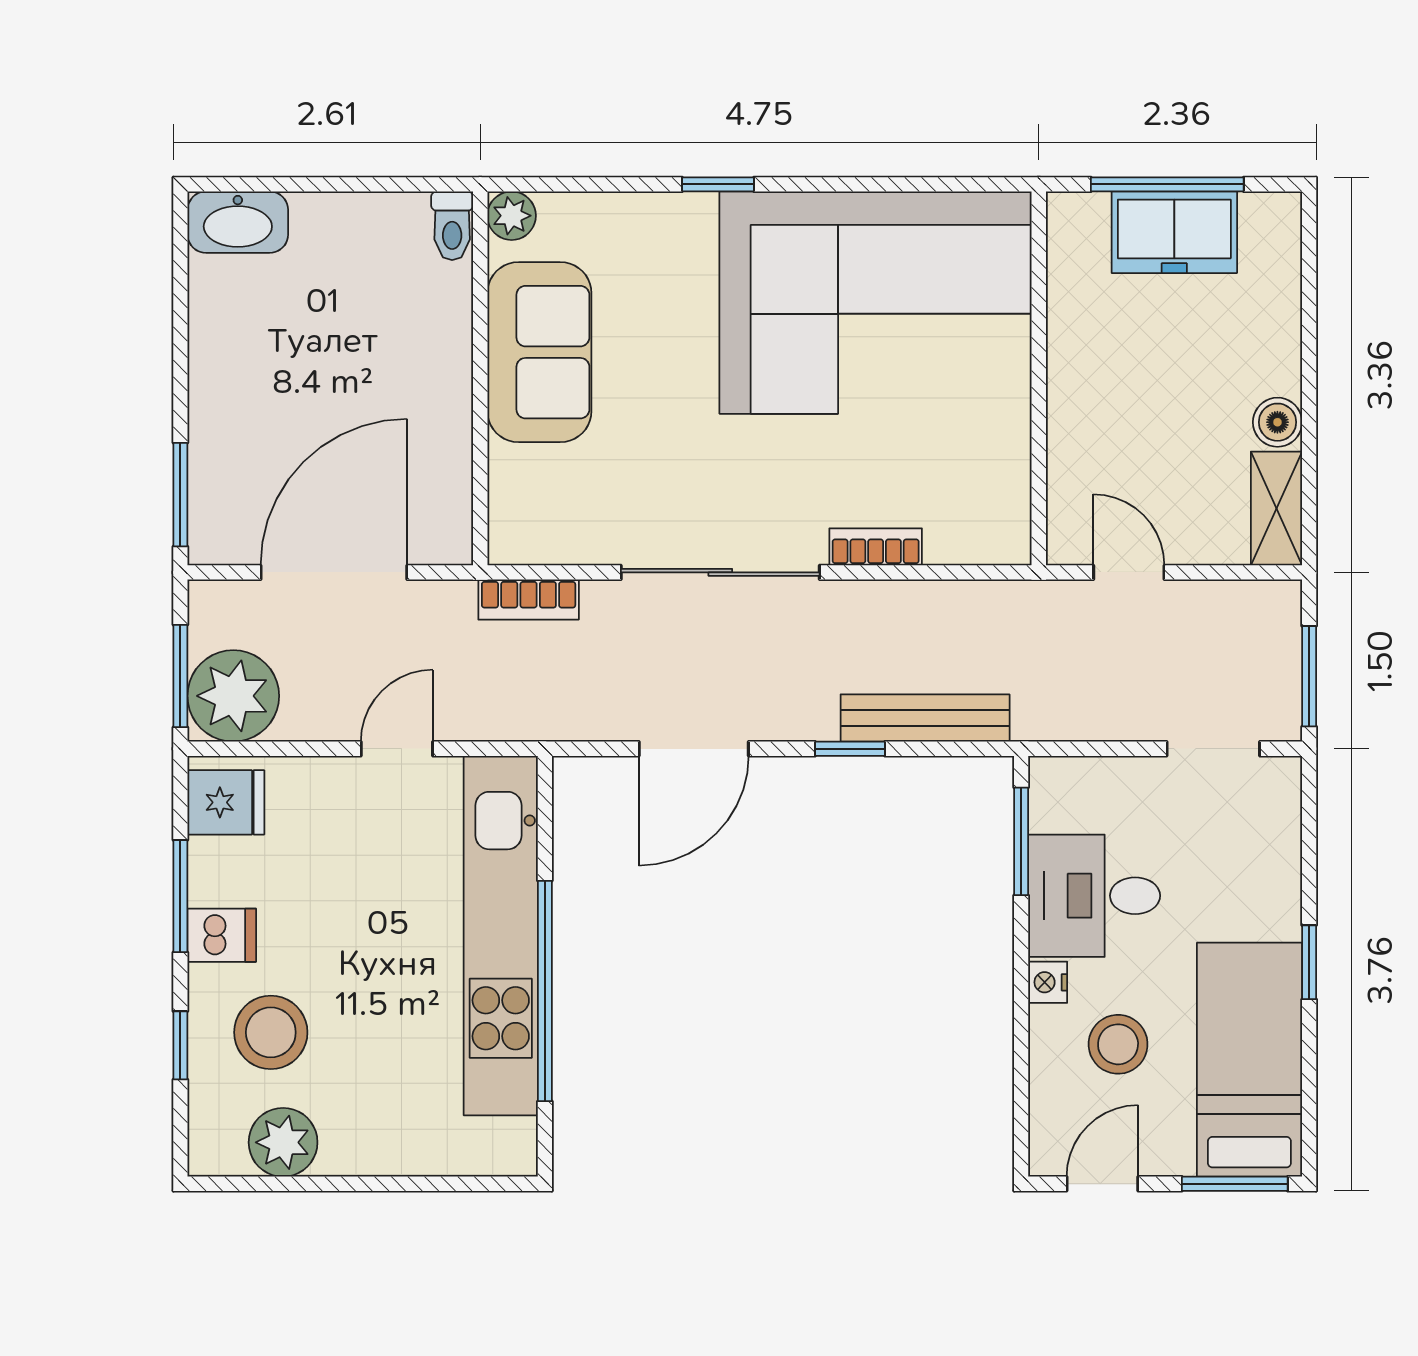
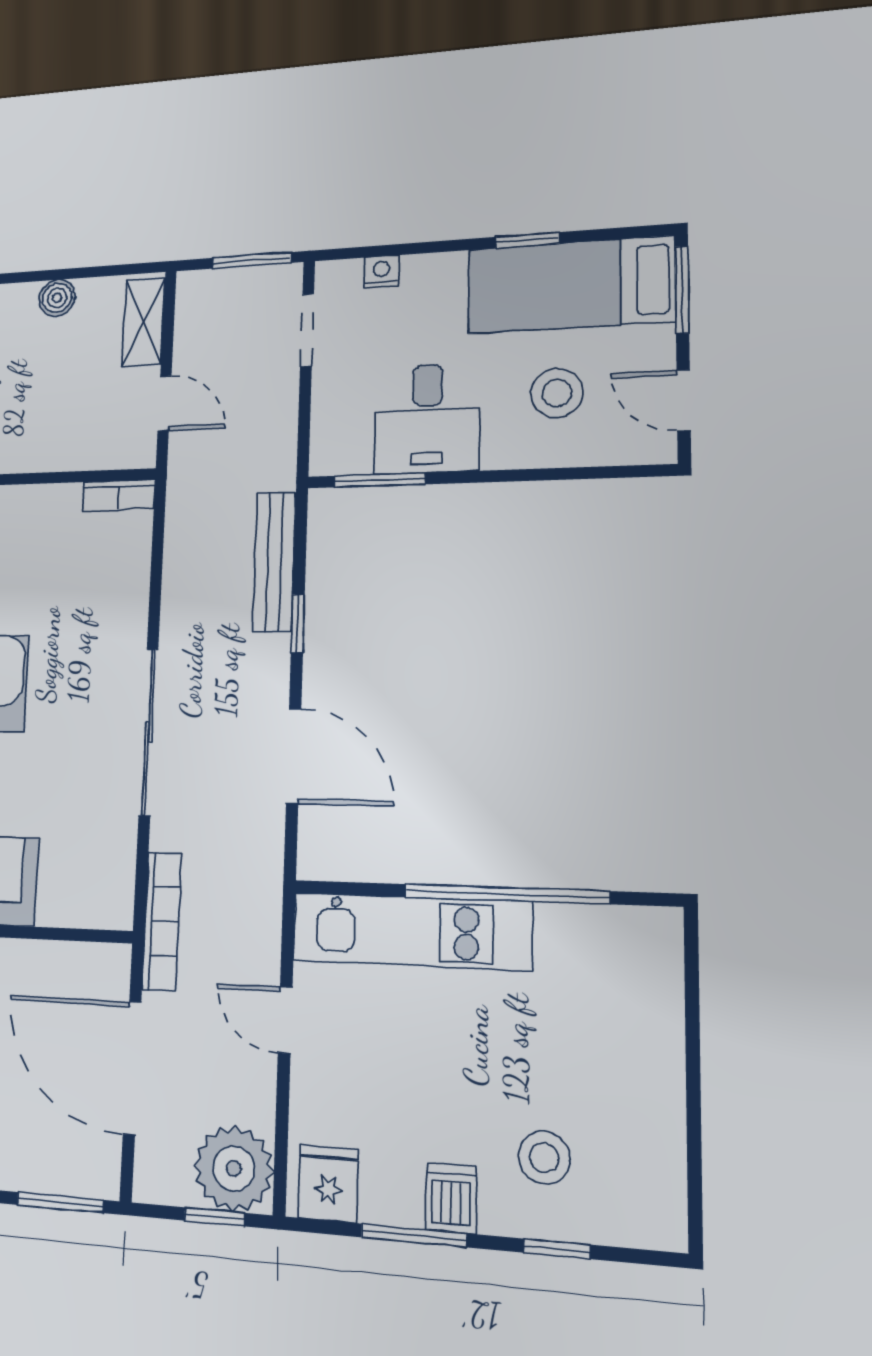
shelving: (1276, 508) -> (143, 322), moved, turned 90
bookcase: (876, 547) -> (119, 495), moved, turned -90
door: (1129, 572) -> (165, 403), swing flipped
bookcase: (529, 600) -> (162, 921), width x1.56
window: (180, 676) -> (215, 1217), width x0.67
kitchen unit: (501, 936) -> (411, 931), width x0.73
window: (1309, 962) -> (527, 240), moved
nightstand: (1048, 982) -> (381, 271), moved, turned 180
stool: (271, 1032) -> (544, 1158), width x0.73, depth x0.73
plant: (283, 1142) -> (652, 1154), removed

